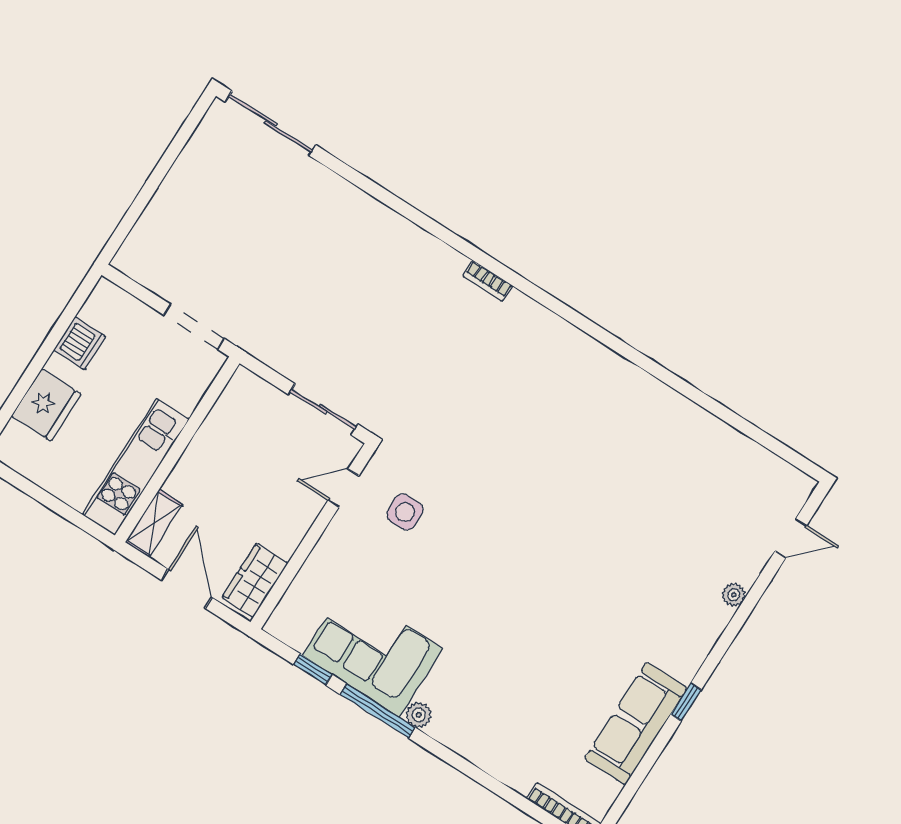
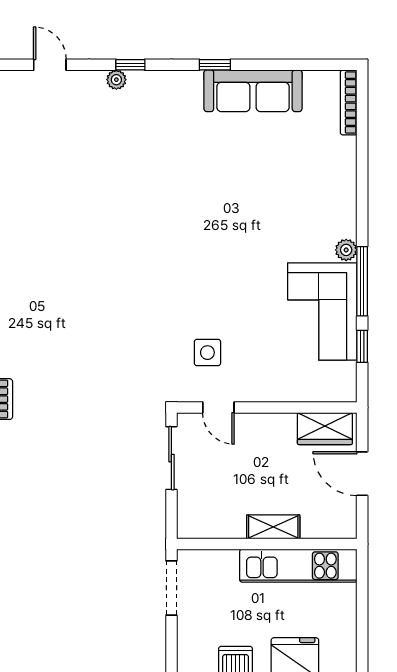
shelving: (154, 523) -> (273, 527), moved
door: (187, 589) -> (362, 474), hinge flipped
window: (740, 618) -> (130, 65), added

